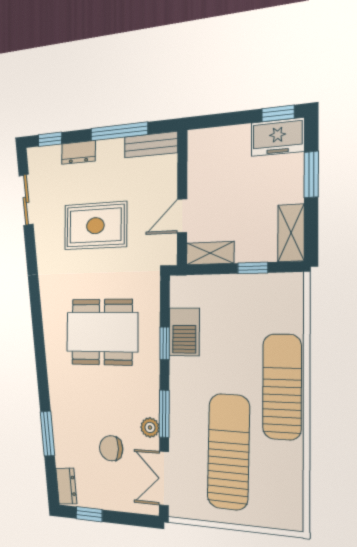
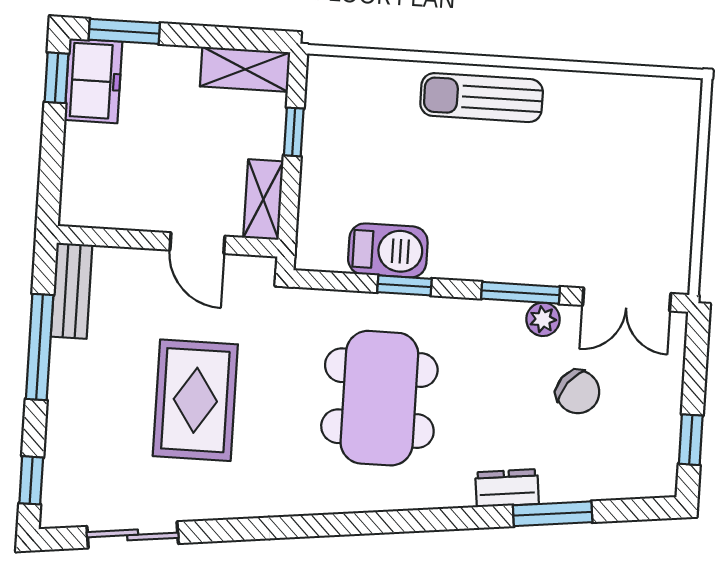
dresser: (78, 152) -> (63, 426), removed
window: (311, 174) -> (124, 31), moved
sun lounger: (282, 387) -> (482, 98), width x0.73, depth x0.75
chair: (111, 448) -> (578, 392), turned -53
sun lounger: (228, 452) -> (582, 188), removed
dresser: (66, 486) -> (507, 488), moved

